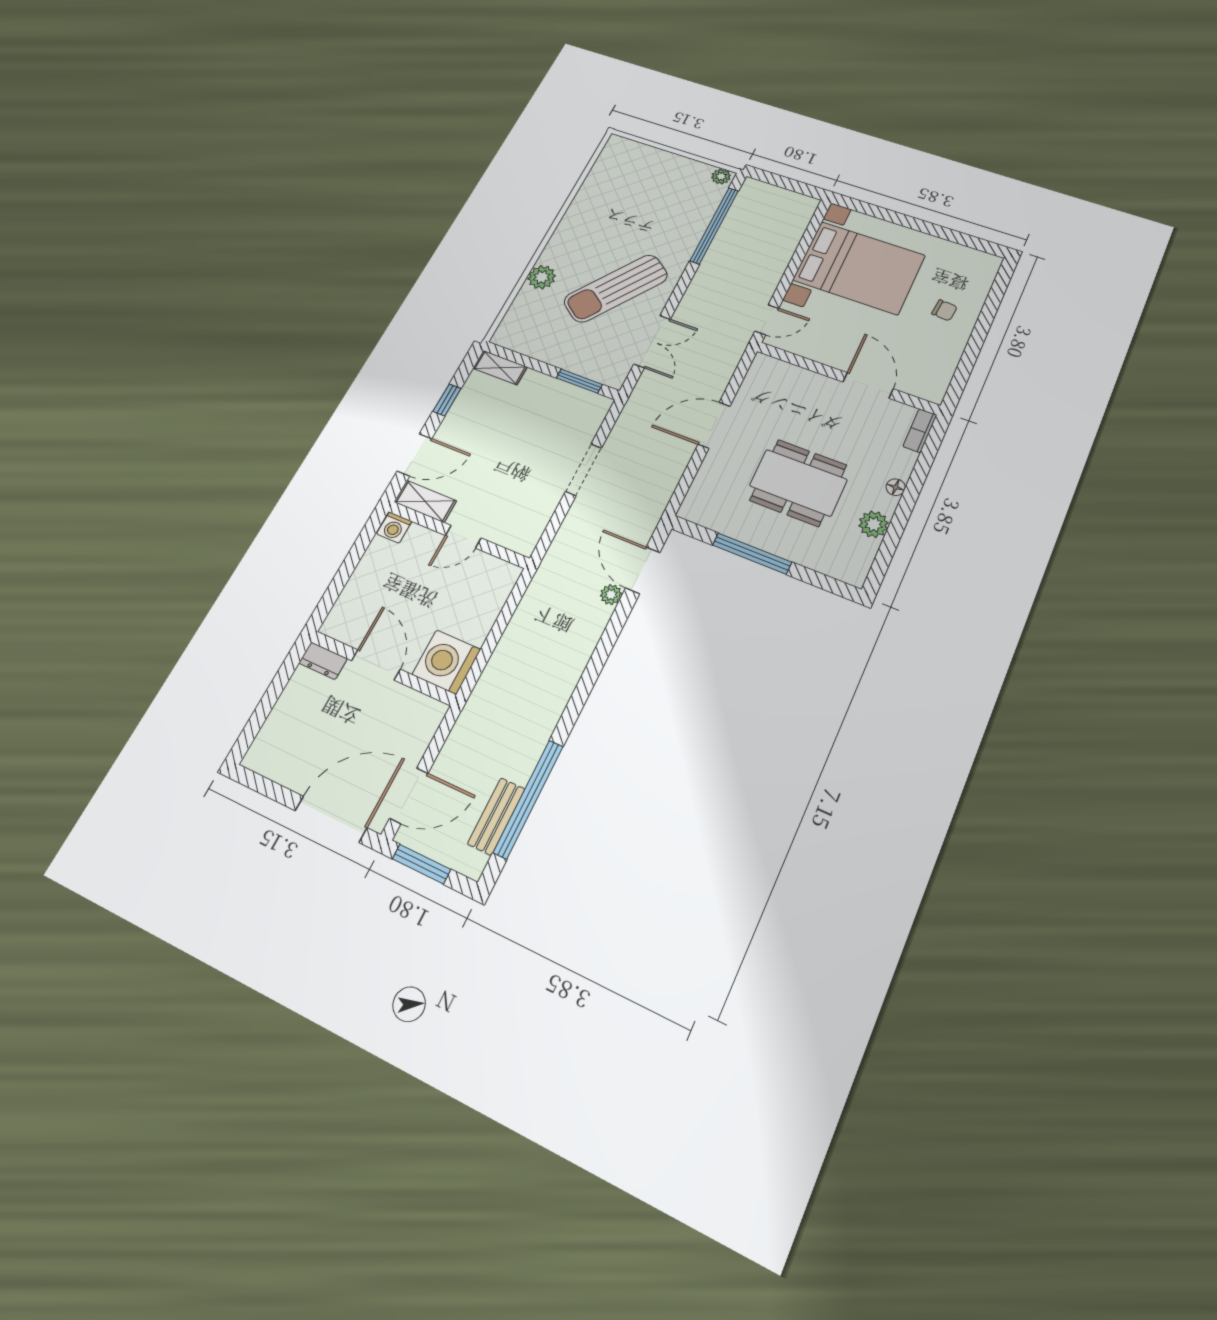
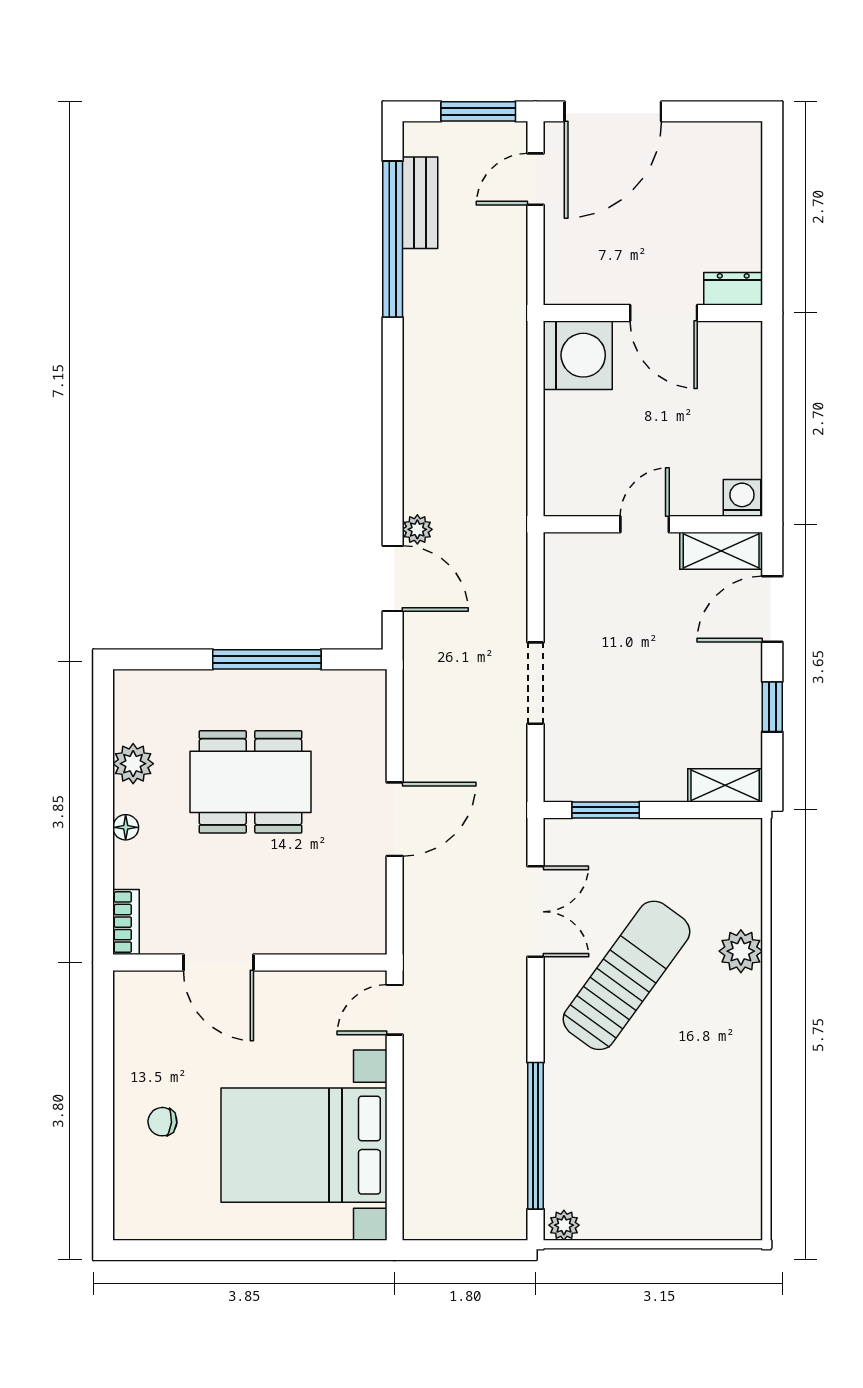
double door: (652, 342) -> (536, 912), swing flipped
door: (409, 796) -> (536, 179), width x0.73

